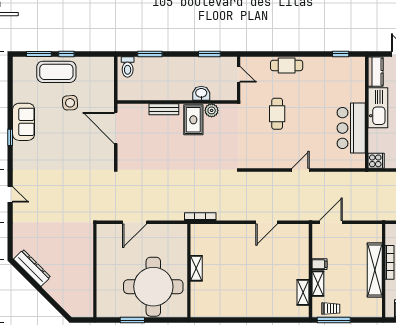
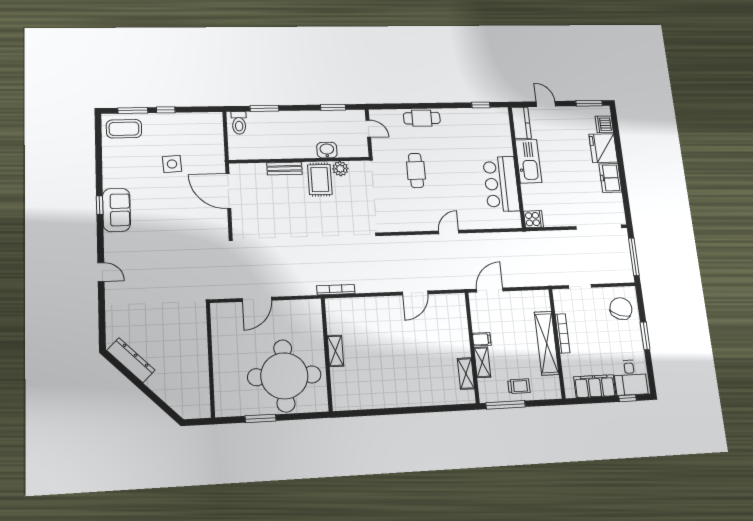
coffee table: (56, 72) -> (124, 129), moved, width x0.73, depth x0.76
sofa: (24, 122) -> (116, 210), moved
trolley: (331, 309) -> (519, 386), moved

